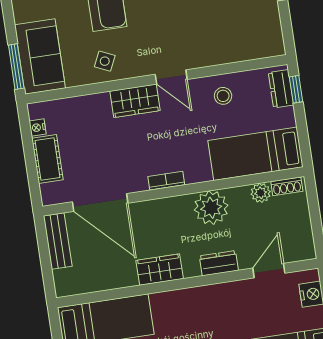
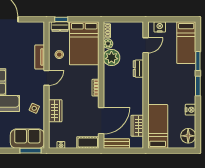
tv unit: (212, 56) -> (40, 57), added
wardrobe: (135, 101) -> (55, 111), moved
bed: (255, 154) -> (84, 43), width x1.50
cot: (47, 159) -> (88, 142), moved
plant: (211, 208) -> (111, 58), moved
wardrobe: (160, 270) -> (137, 126), moved
door: (269, 271) -> (146, 45), swing flipped

